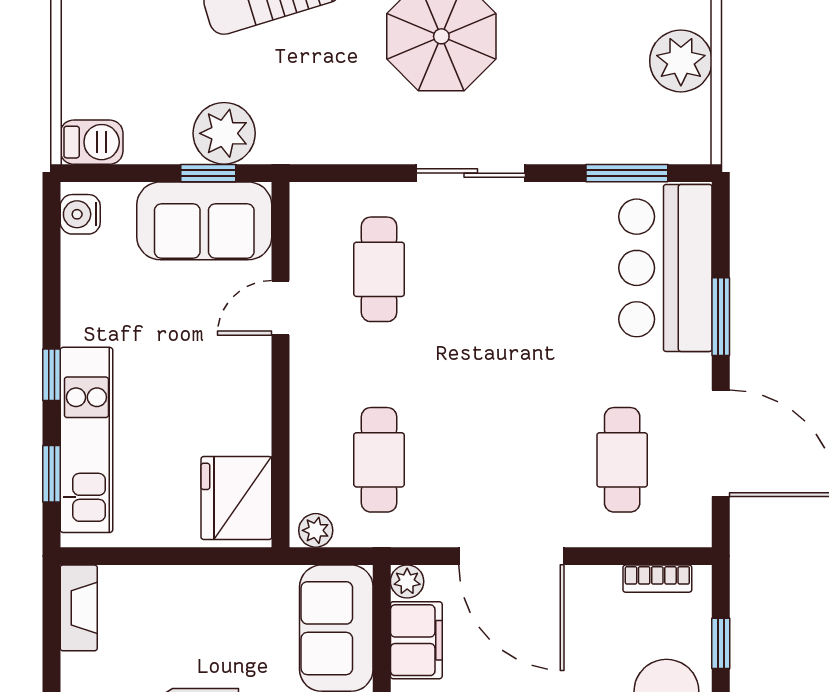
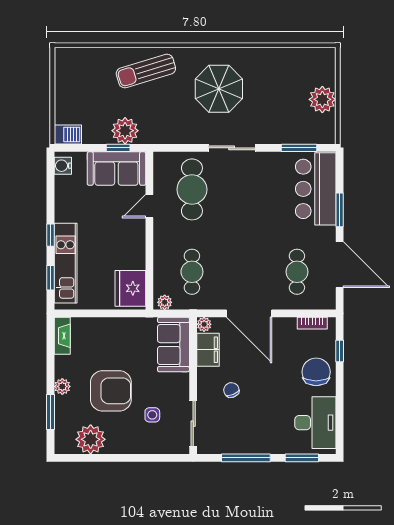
cafe table: (379, 269) -> (192, 189), width x1.37, depth x1.35

